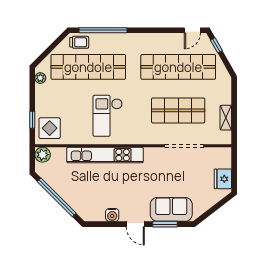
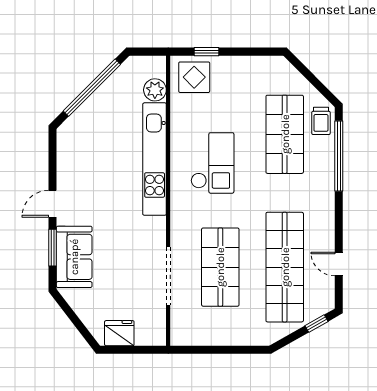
door: (192, 30) -> (339, 264), moved
shop shelf: (88, 67) -> (285, 134), width x0.71
plant: (40, 78) -> (268, 63), removed
checkout: (108, 116) -> (212, 163), turned 90
shelving: (226, 118) -> (210, 338), removed
plant: (43, 155) -> (155, 90), moved
water cooler: (112, 215) -> (66, 170), removed

